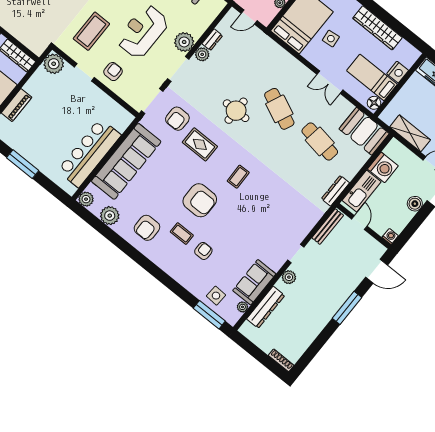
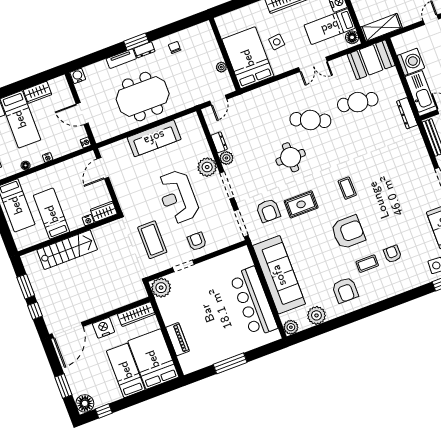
shelving: (410, 133) -> (381, 27), moved

